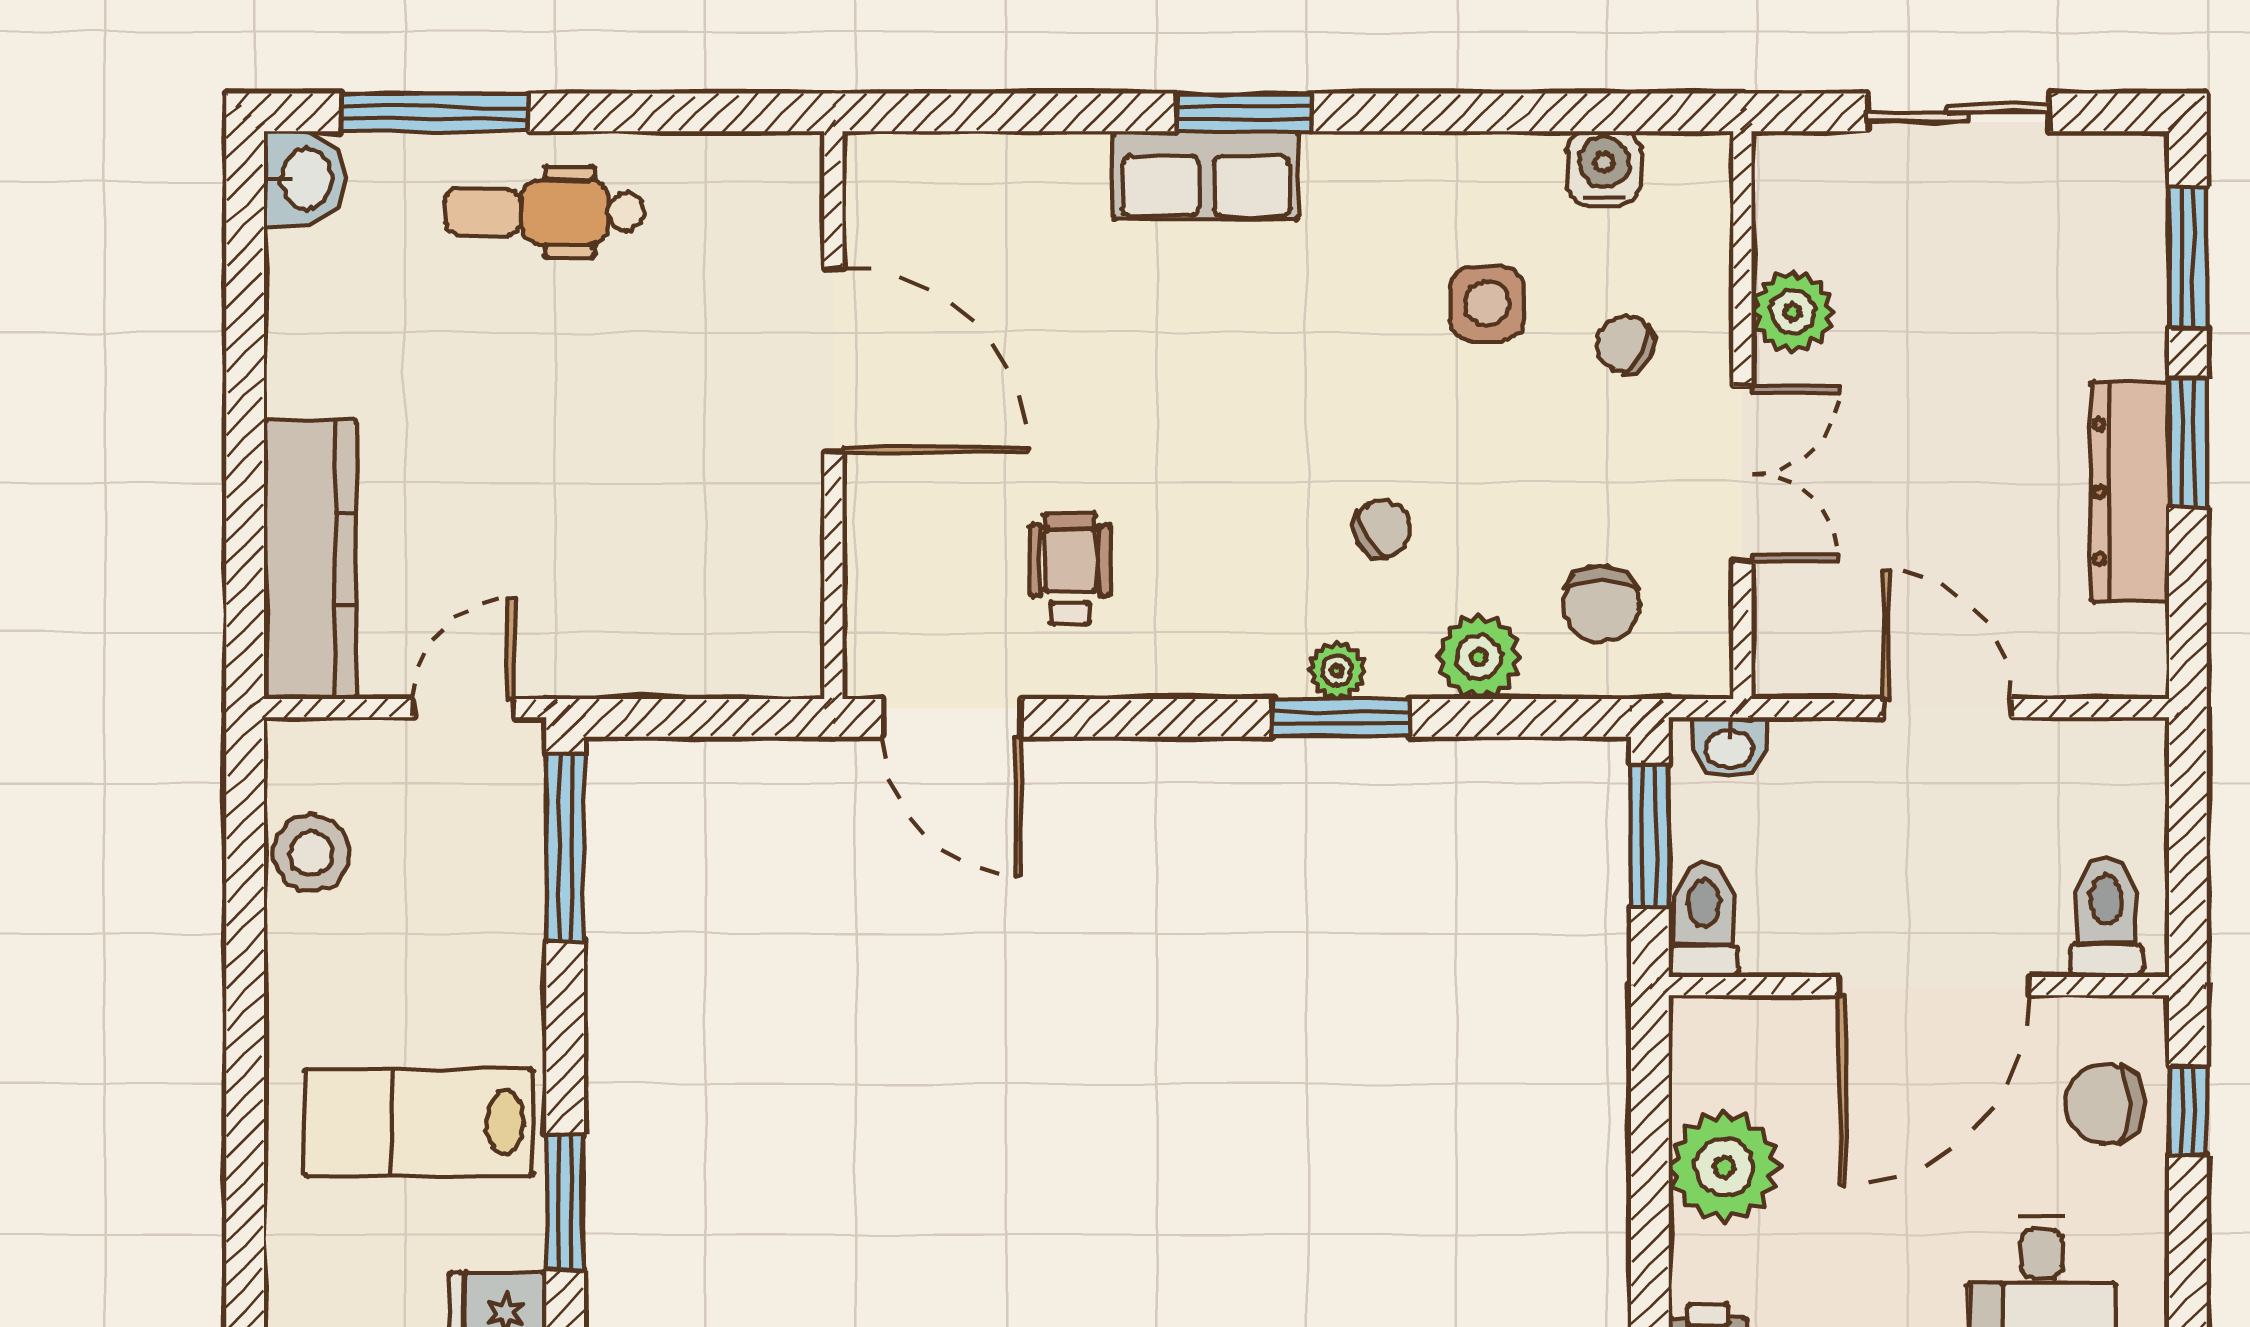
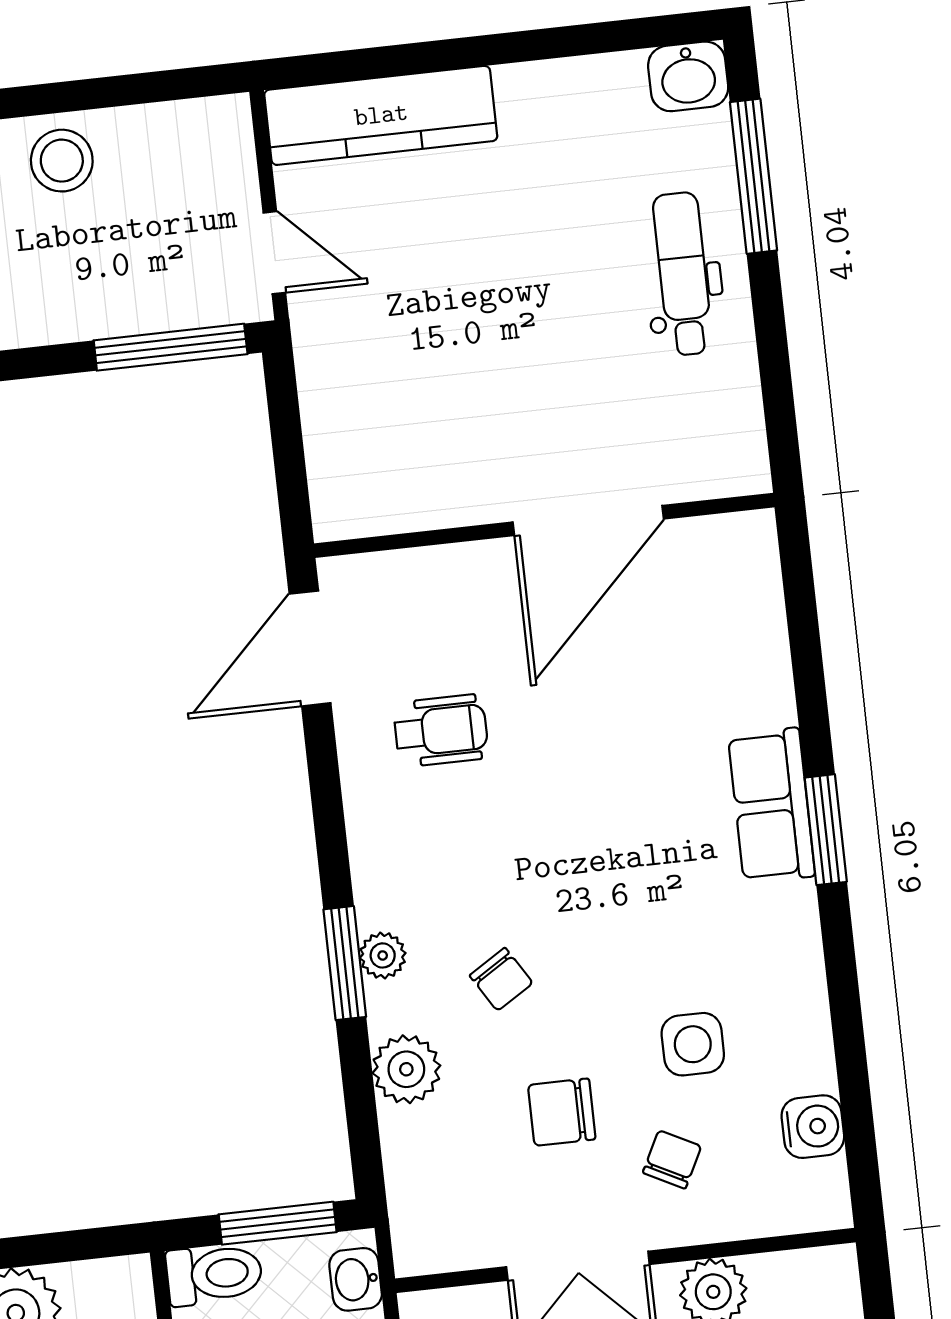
chair: (1601, 604) -> (562, 1112), moved
stool: (311, 853) -> (62, 161), moved

